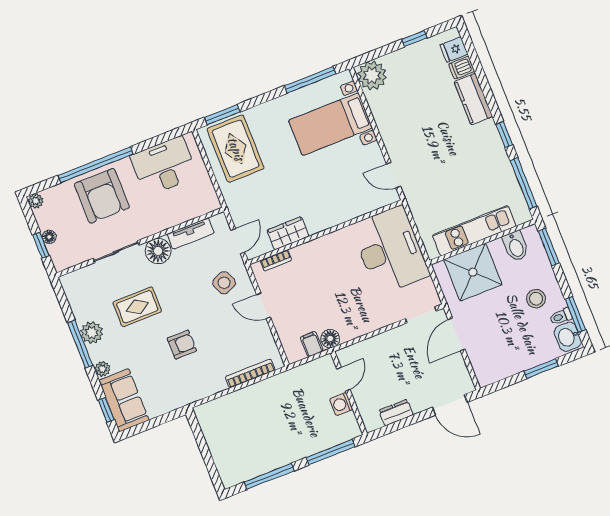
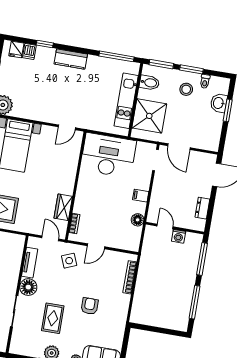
kitchen counter: (473, 99) -> (71, 59), moved
window: (504, 135) -> (45, 44), moved
window: (575, 314) -> (191, 69), moved
washbasin: (568, 337) -> (219, 103), moved, turned 90
filing cabinet: (312, 344) -> (141, 196), moved

